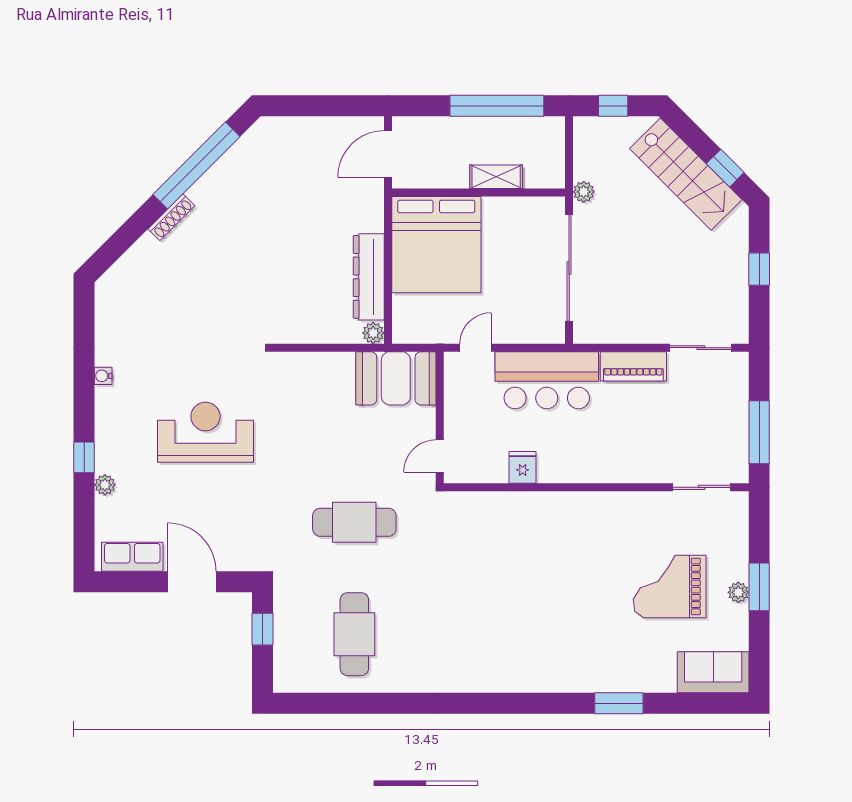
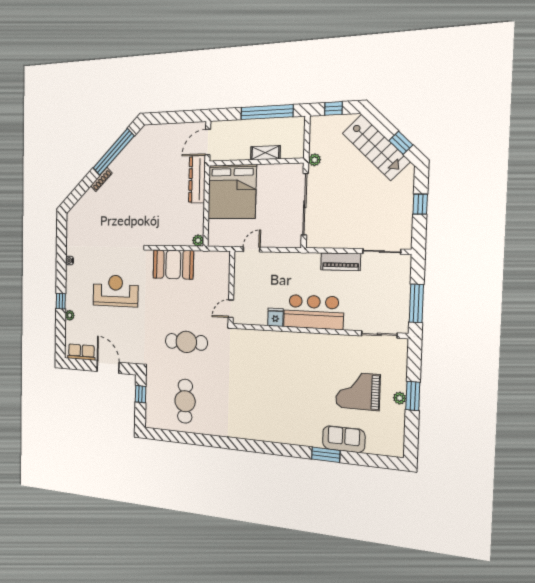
dresser: (369, 277) -> (197, 179), moved
booth: (396, 378) -> (173, 264), moved
bar counter: (547, 380) -> (313, 312), moved, turned 180
sofa: (713, 672) -> (344, 439), moved

